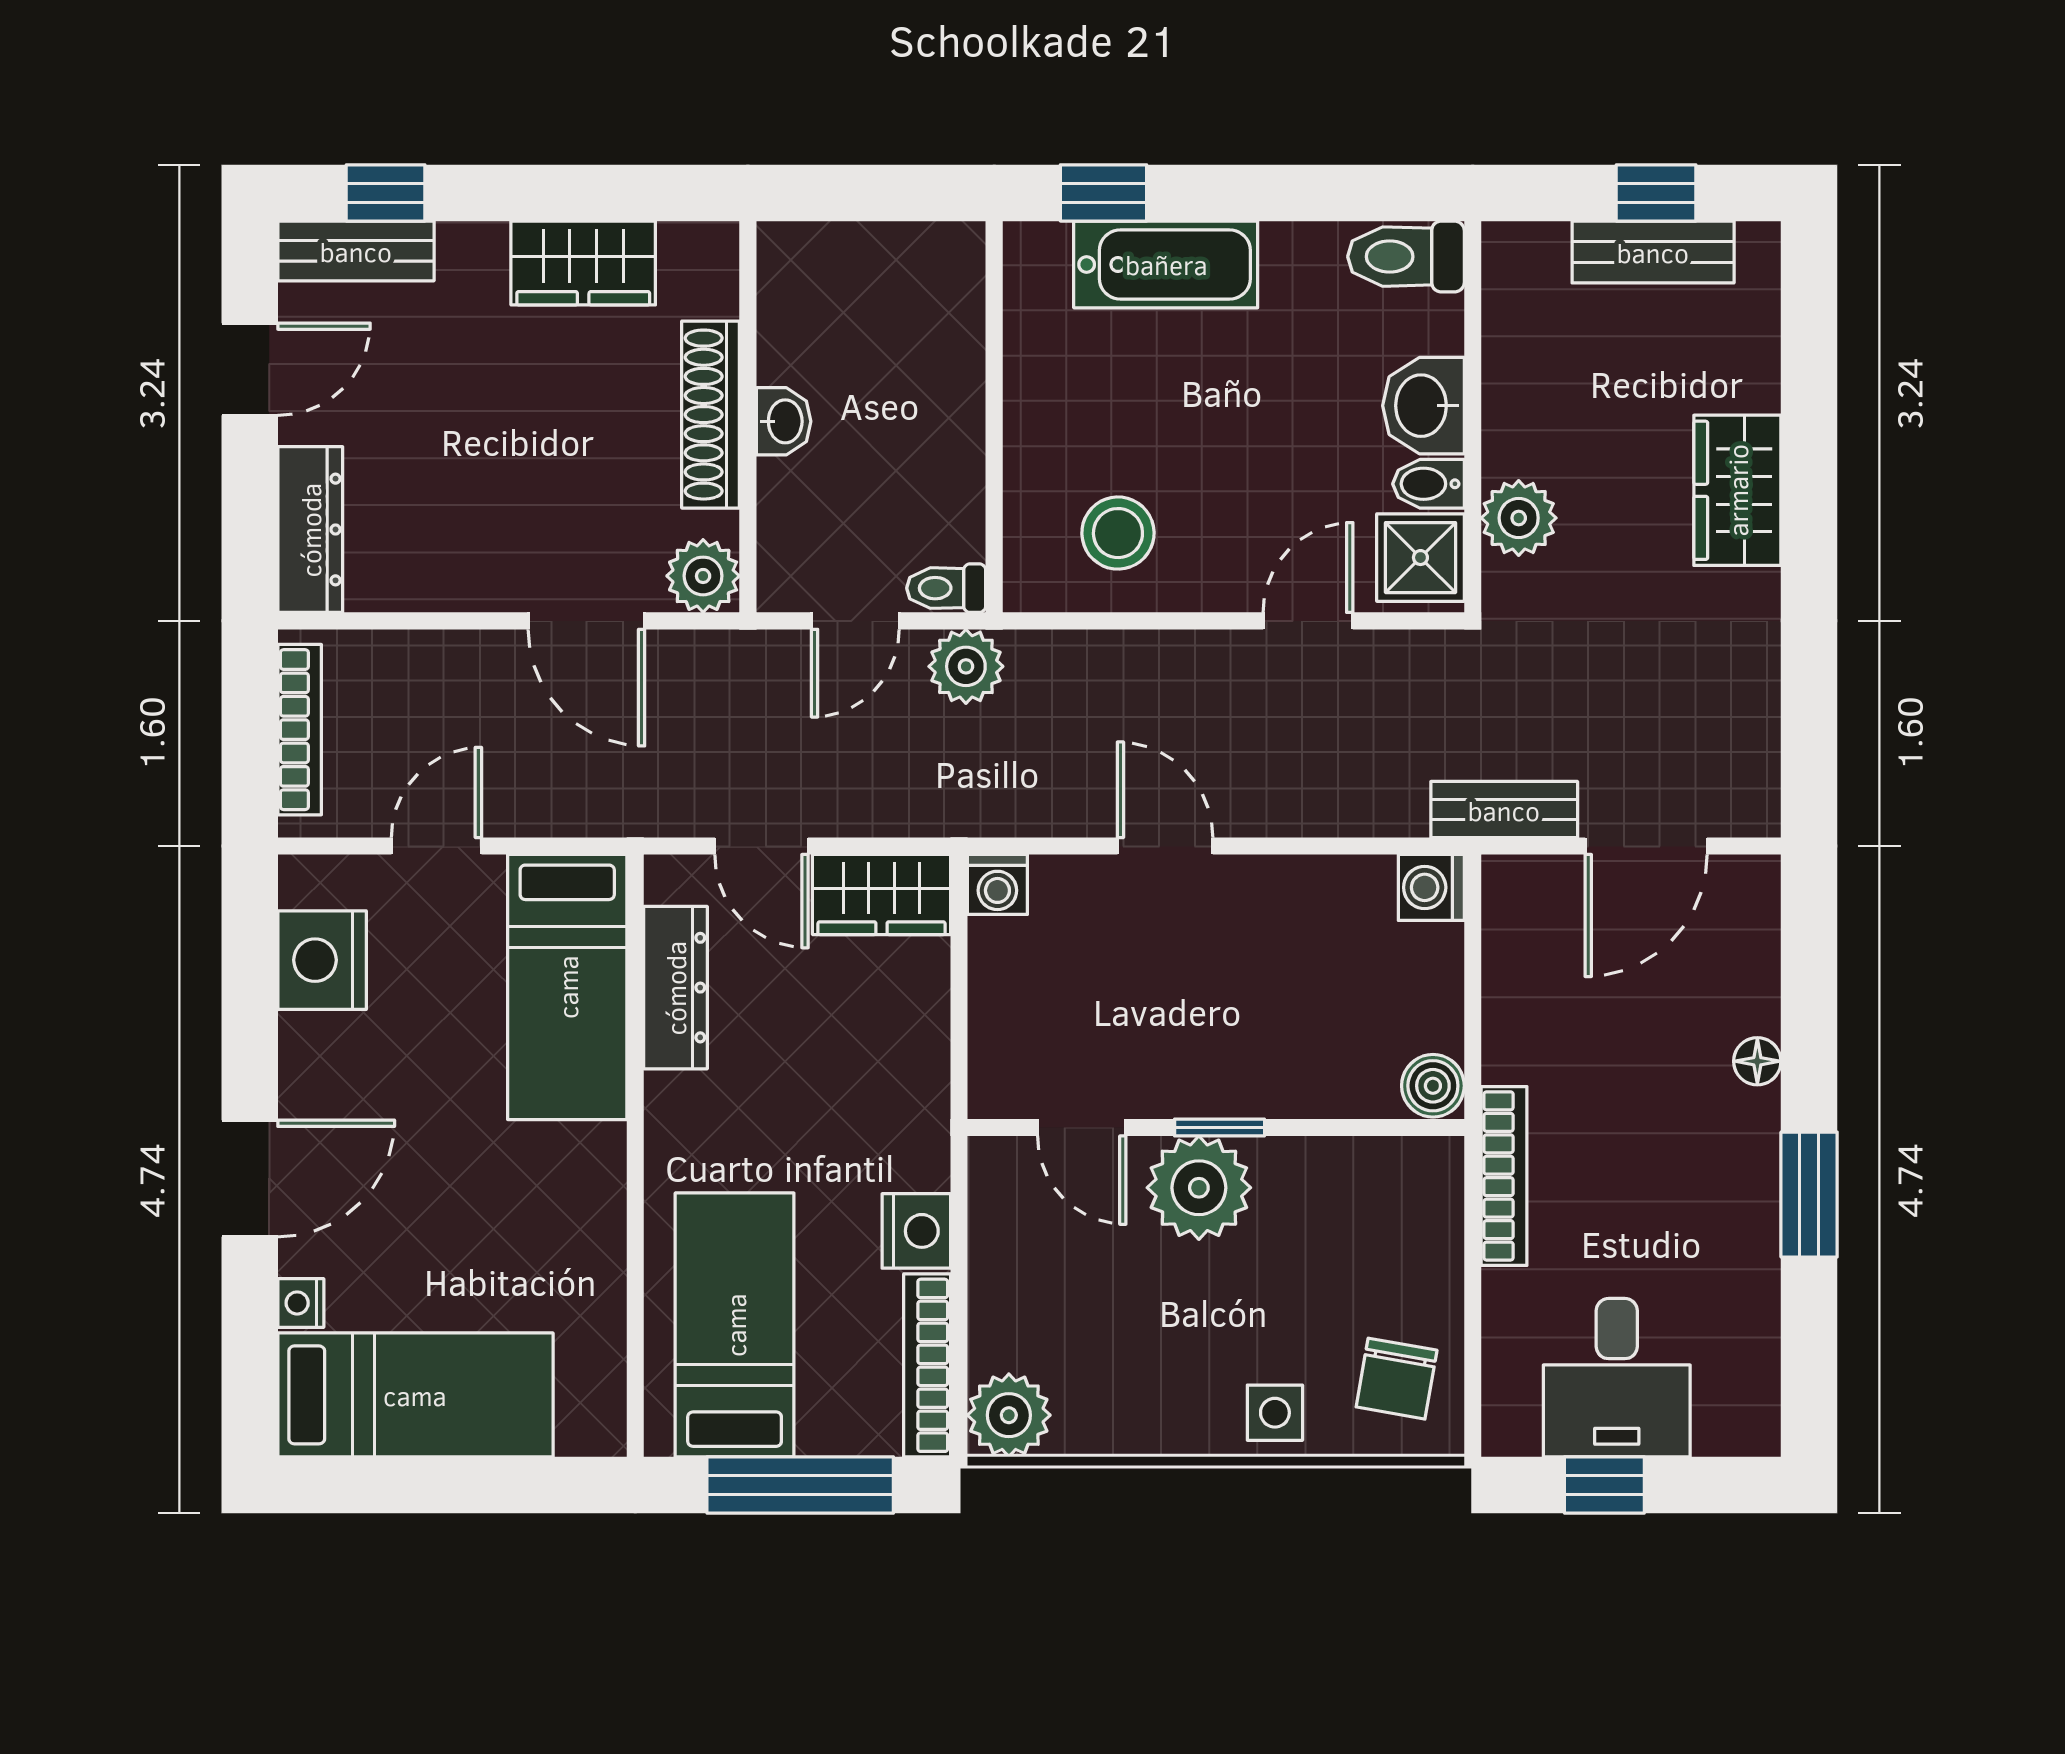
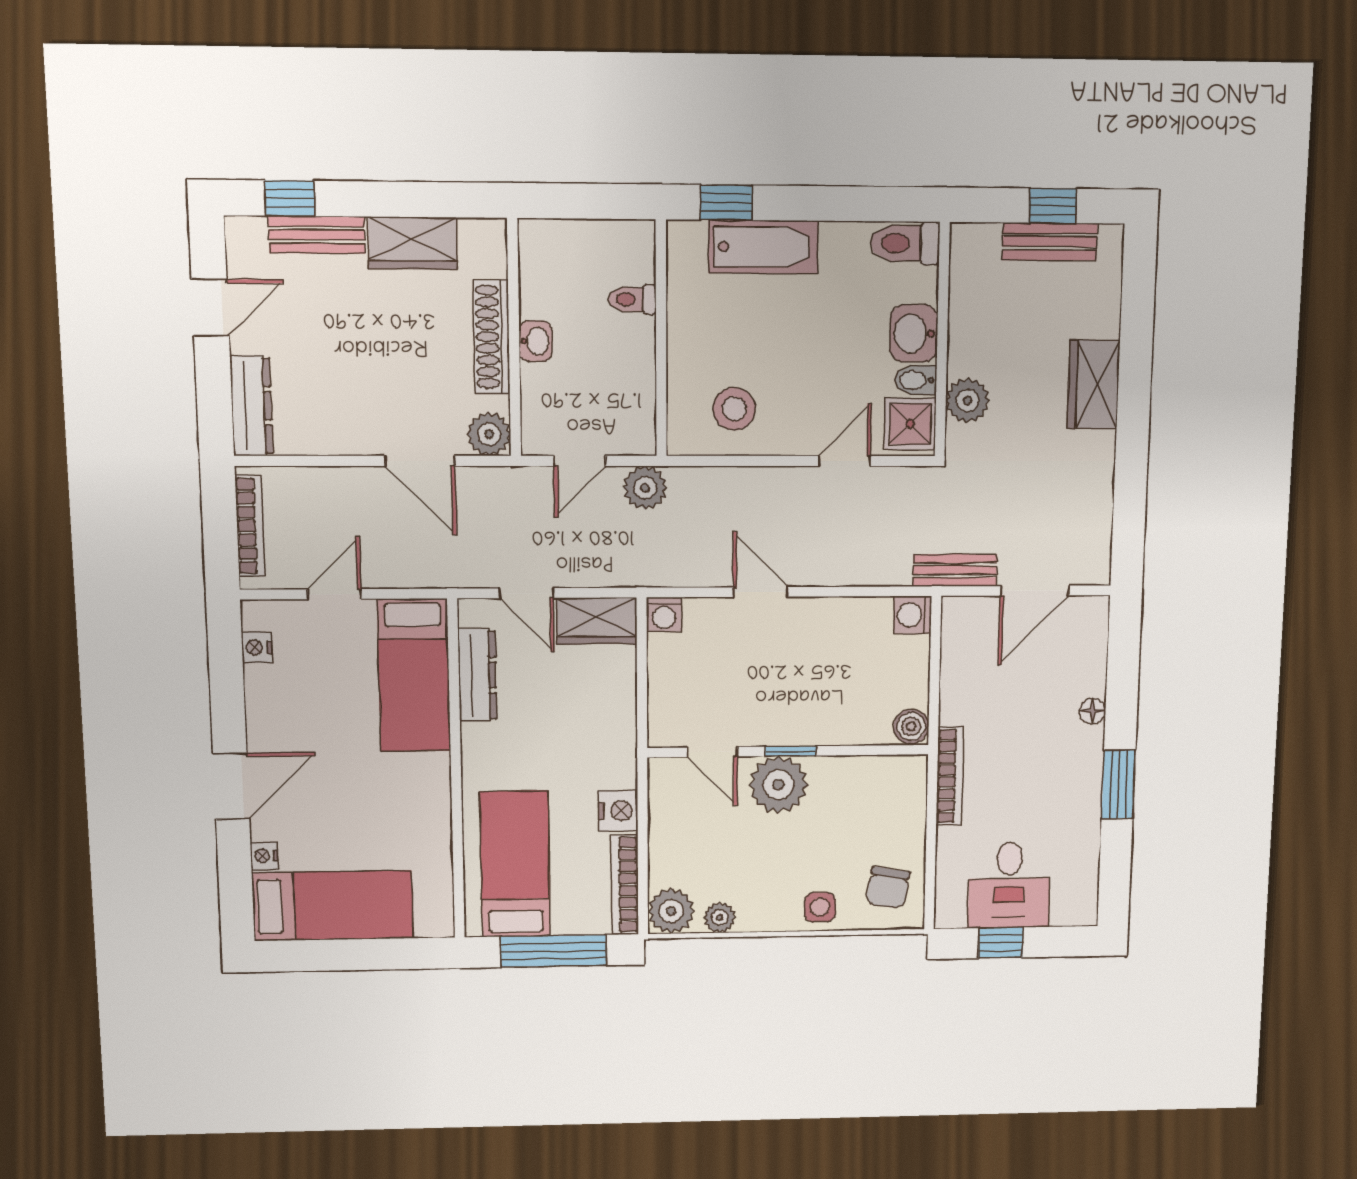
bench: (356, 251) -> (317, 235), moved
toilet: (946, 588) -> (632, 299), moved
nightstand: (322, 960) -> (257, 647), width x0.53, depth x0.56
plant: (1095, 1429) -> (720, 918), added

